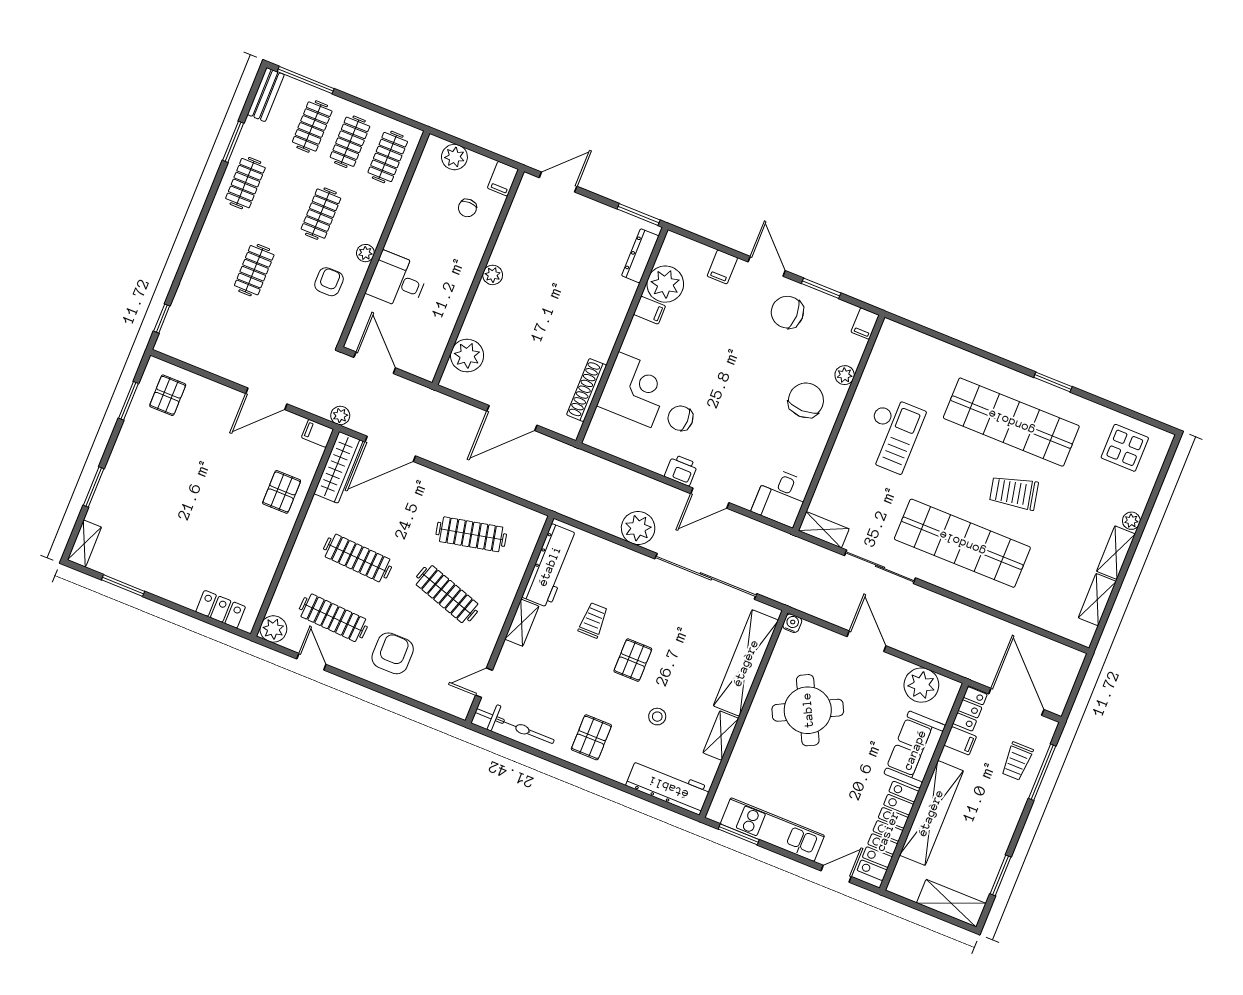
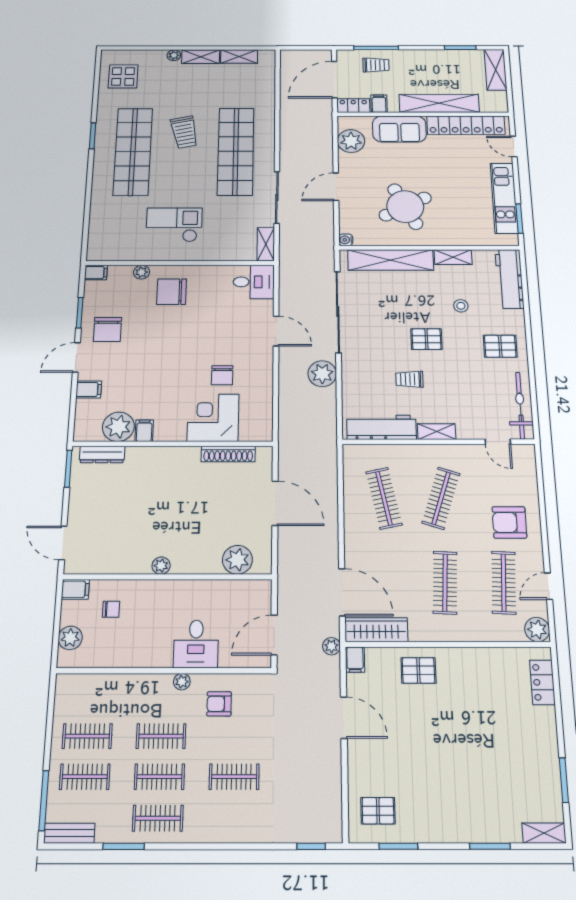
clothes rail: (388, 157) -> (159, 777), moved
printer: (681, 470) -> (263, 360), removed

